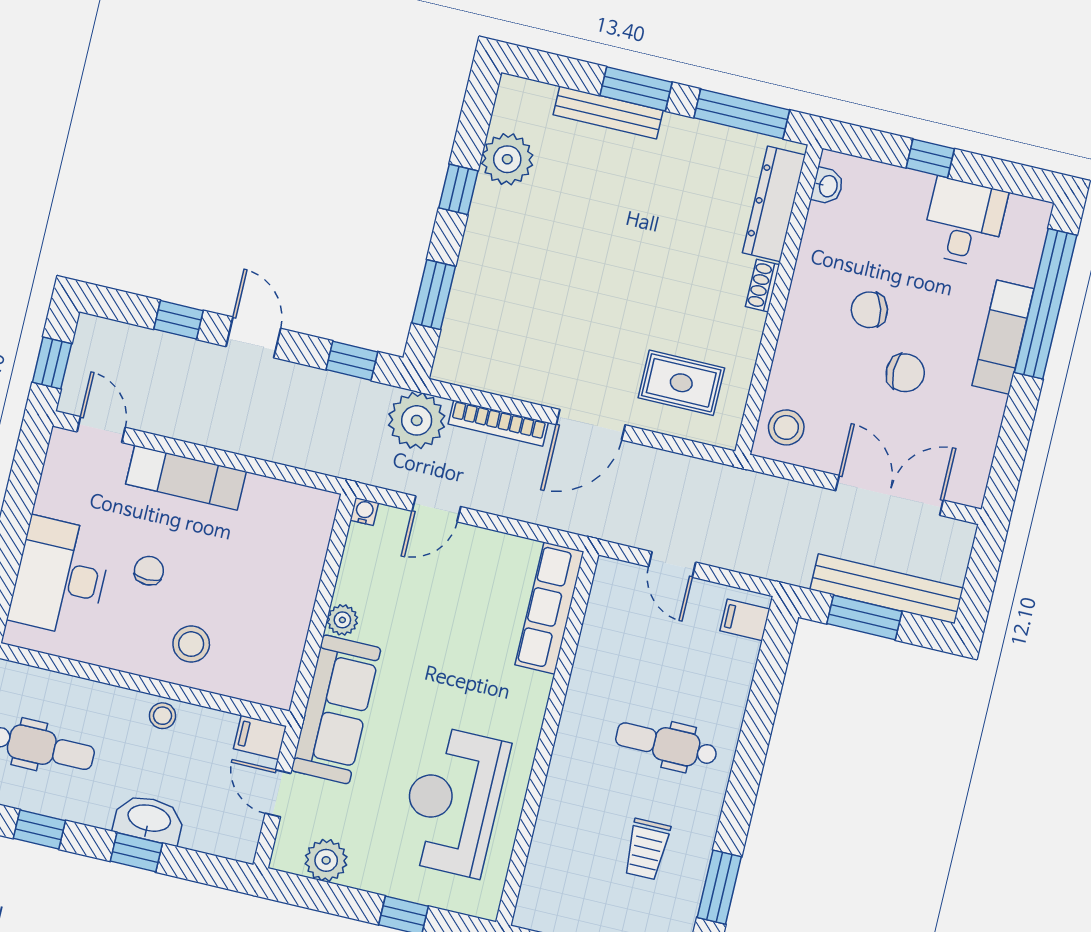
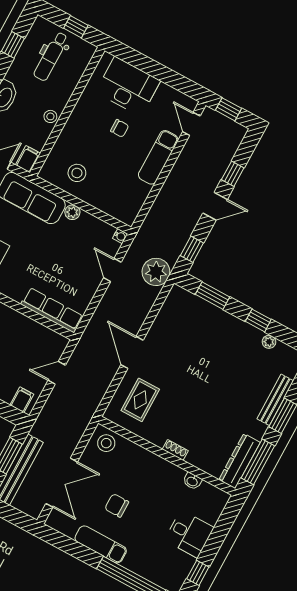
window: (930, 158) -> (198, 573), moved
plant: (507, 159) -> (269, 342), width x0.53, depth x0.53
washbasin: (827, 186) -> (192, 481), moved
dresser: (774, 204) -> (240, 461), moved, turned -90
desk: (964, 222) -> (189, 534), moved
chair: (869, 310) -> (151, 497), removed
exam couch: (1003, 337) -> (101, 544), moved
chair: (905, 373) -> (117, 505), turned 90
bookcase: (498, 423) -> (144, 310), removed
door: (101, 430) -> (191, 124), swing flipped
stool: (191, 644) -> (77, 173), moved

